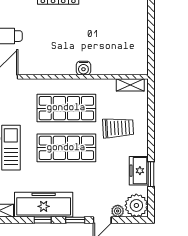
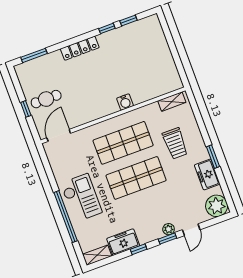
trolley: (118, 128) -> (175, 143), turned 93
window: (151, 174) -> (213, 157), moved
freezer: (44, 205) -> (123, 242), width x0.52, depth x0.79
plant: (118, 211) -> (169, 229), moved

